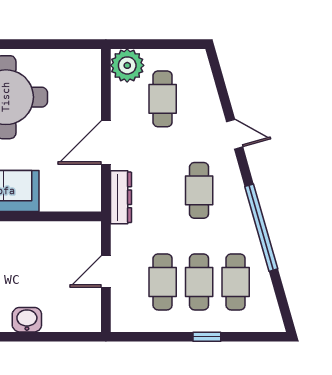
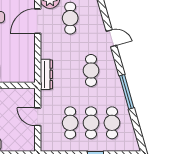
door: (106, 143) -> (38, 21), moved
window: (261, 228) -> (127, 92), width x0.68
door: (106, 271) -> (38, 117), hinge flipped

